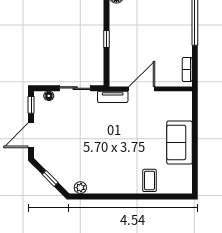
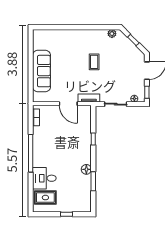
door: (142, 89) -> (68, 104), hinge flipped
sofa: (179, 142) -> (42, 71), width x1.36
coffee table: (150, 180) -> (94, 62), moved

